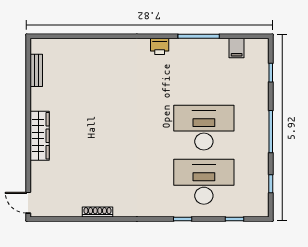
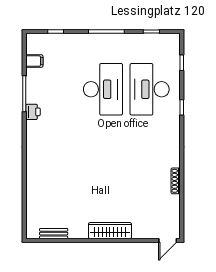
printer: (160, 46) -> (33, 112), moved
desk: (204, 128) -> (103, 89), turned 180

